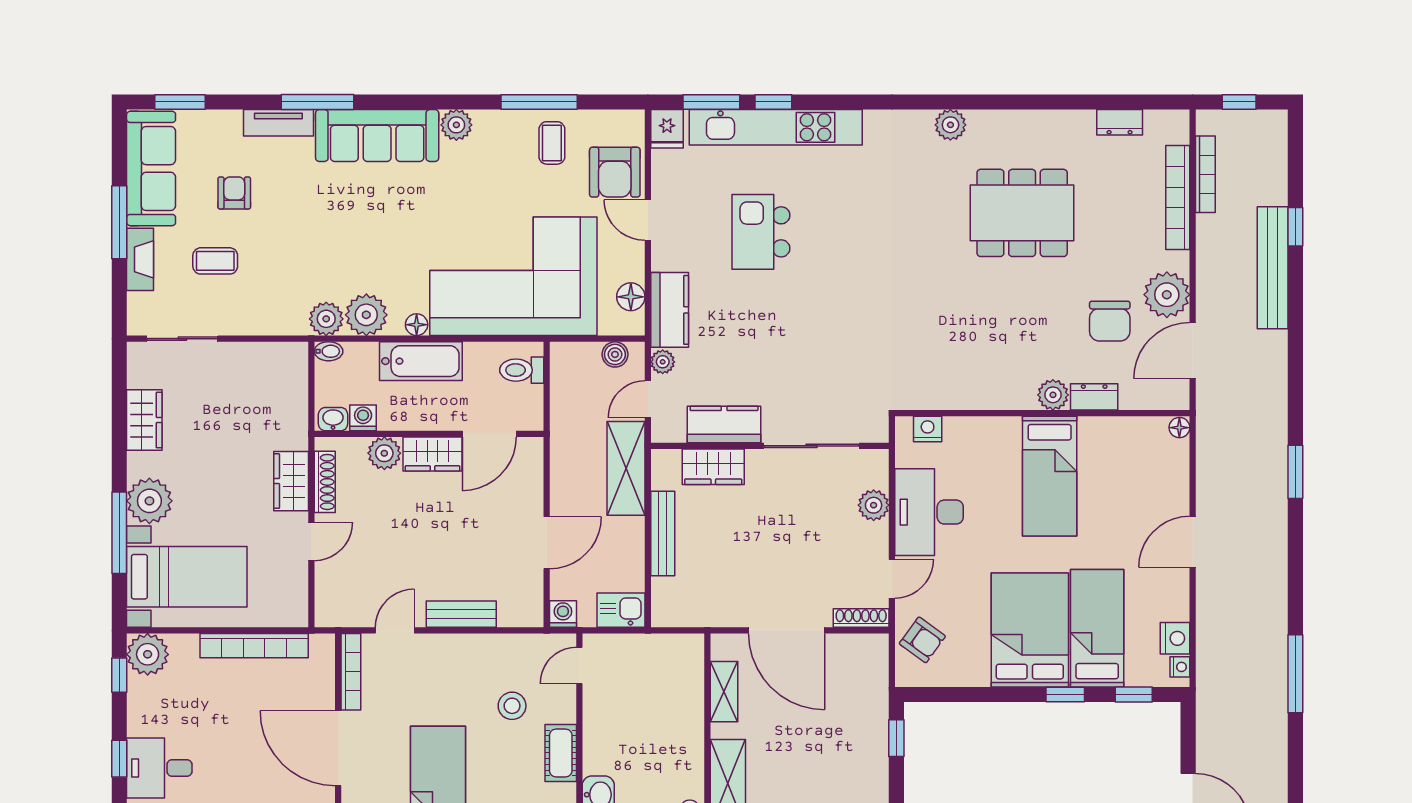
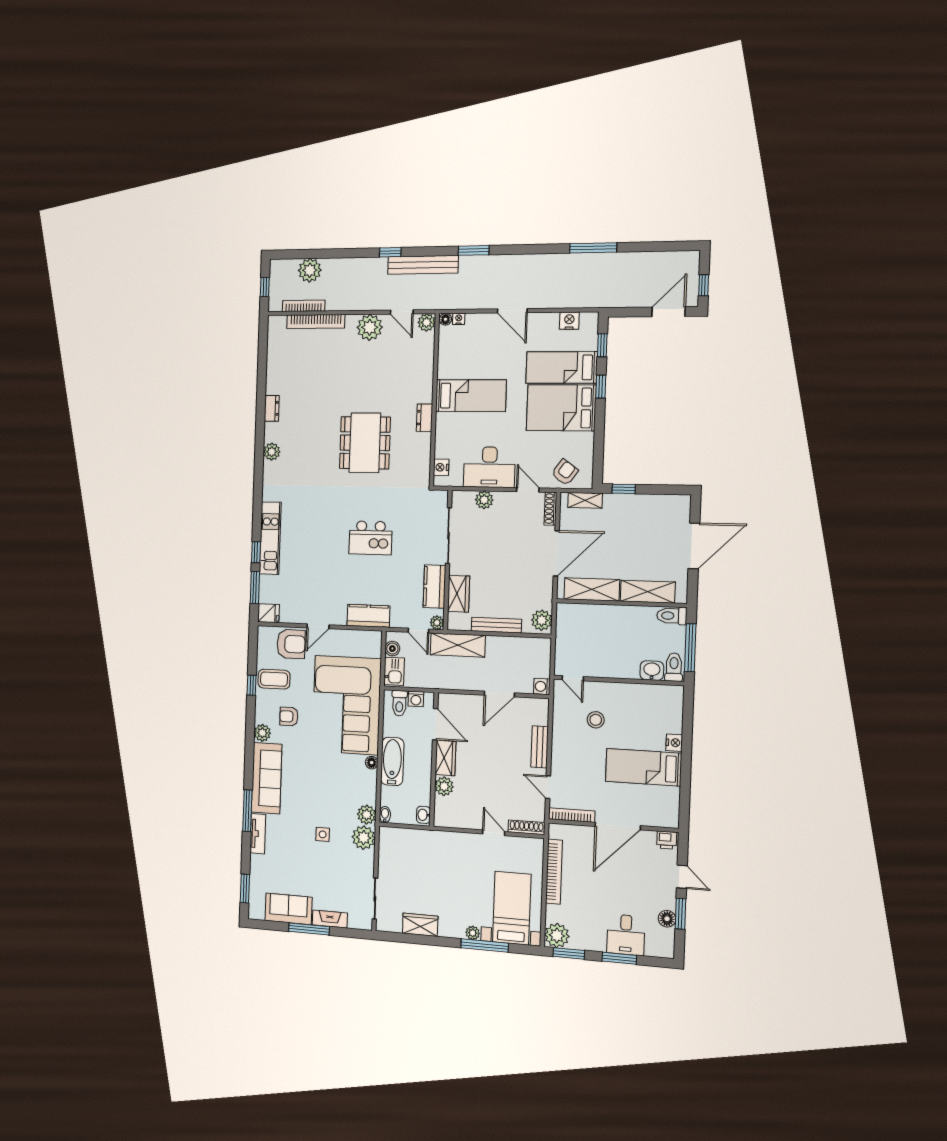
window: (539, 102) -> (252, 685), width x0.46
dresser: (1120, 122) -> (272, 408), moved
kitchen unit: (776, 127) -> (270, 538), width x0.73
coffee table: (552, 143) -> (274, 679), width x1.36, depth x1.30
sofa: (151, 168) -> (288, 909), width x0.73
plant: (1267, 183) -> (310, 270), added
armchair: (234, 193) -> (289, 716), moved
dining table: (1022, 213) -> (365, 443), moved
window: (1295, 227) -> (390, 252), moved
kitchen island: (761, 232) -> (371, 538), moved
side table: (286, 241) -> (323, 834), added
coffee table: (215, 261) -> (332, 876), removed
bench: (1273, 268) -> (423, 265), moved
floor lamp: (631, 297) -> (360, 638), removed
plant: (366, 315) -> (364, 838), moved
chair: (1110, 321) -> (383, 360), removed
door: (1193, 351) -> (402, 312), width x0.73
plant: (663, 362) -> (437, 623), moved
plant: (1053, 395) -> (427, 322), moved
dresser: (1094, 397) -> (424, 418), moved
washing machine: (363, 418) -> (416, 699), moved, turned -90
wardrobe: (291, 481) -> (458, 842), removed
shoe rack: (325, 482) -> (526, 827), moved
plant: (149, 501) -> (473, 933), width x0.53, depth x0.53
door: (547, 543) -> (499, 694), swing flipped
kitchen sink: (621, 610) -> (394, 671), moved, turned 180
plant: (674, 610) -> (542, 620), added
nightstand: (1180, 667) -> (459, 319), moved
window: (119, 675) -> (569, 953), width x1.50
shelving: (876, 675) -> (585, 500), added
shelving: (724, 692) -> (592, 589), width x1.50, depth x1.33
cot: (561, 753) -> (625, 692), removed
window: (119, 759) -> (619, 958), width x1.50

